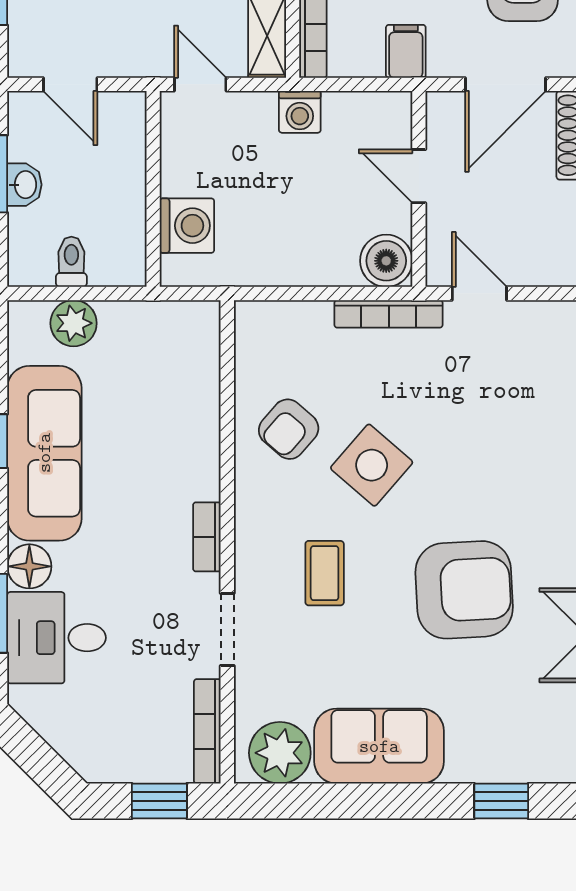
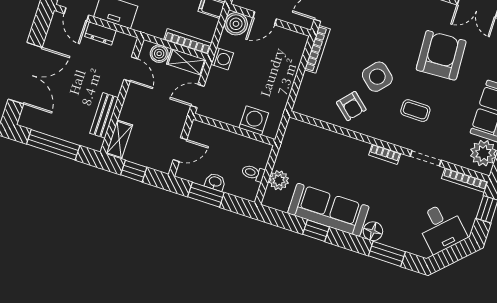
boiler: (386, 261) -> (236, 24), moved
desk: (57, 638) -> (441, 228), moved, turned -45

